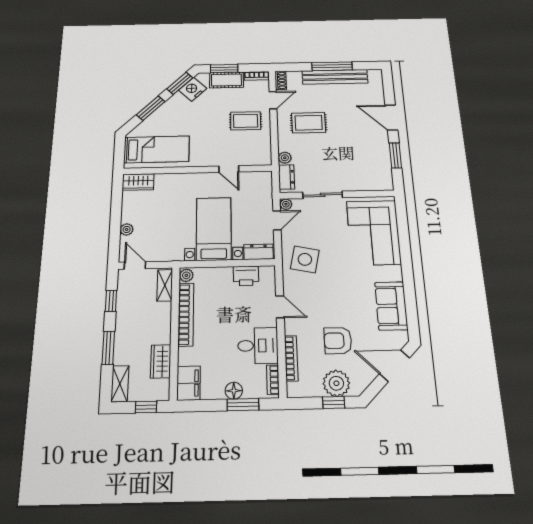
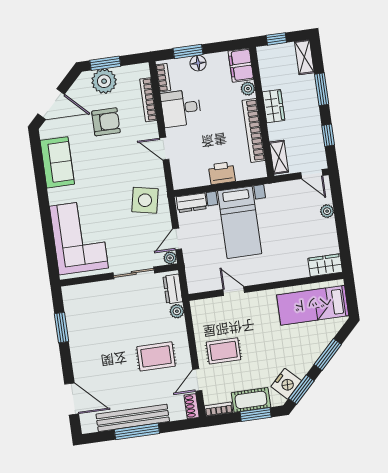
door: (391, 118) -> (72, 399), moved
plant: (186, 275) -> (248, 89), moved
printer: (246, 276) -> (222, 173), moved
wardrobe: (161, 361) -> (273, 106), moved
window: (334, 403) -> (105, 63), width x1.50

